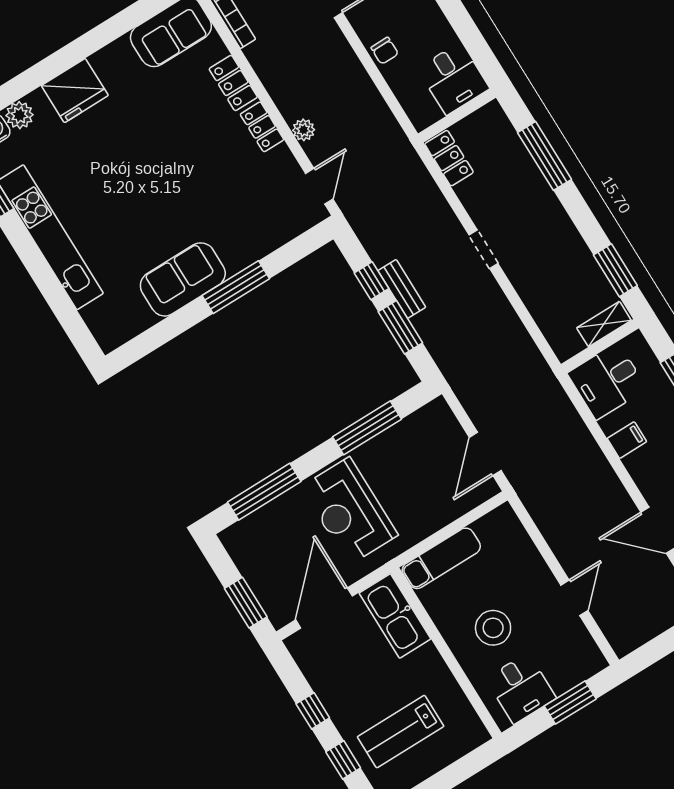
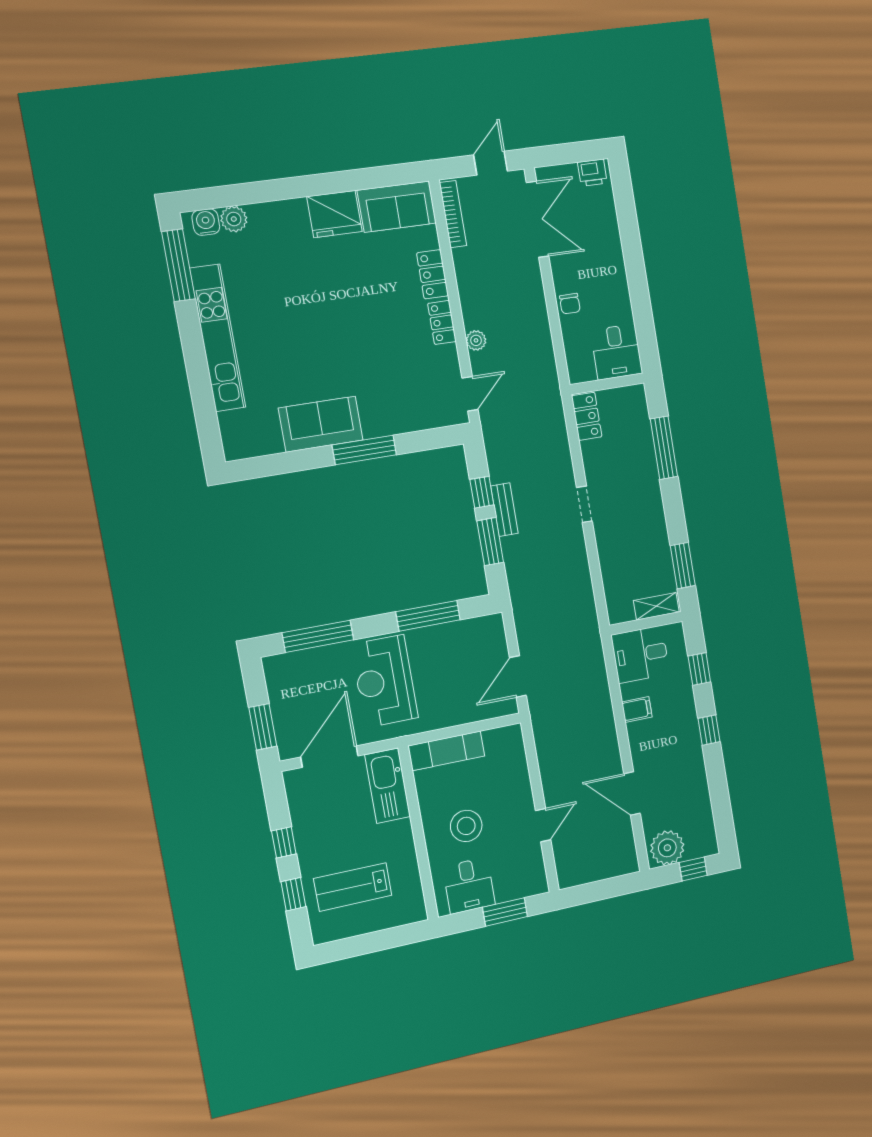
fridge: (75, 91) -> (334, 214), moved

